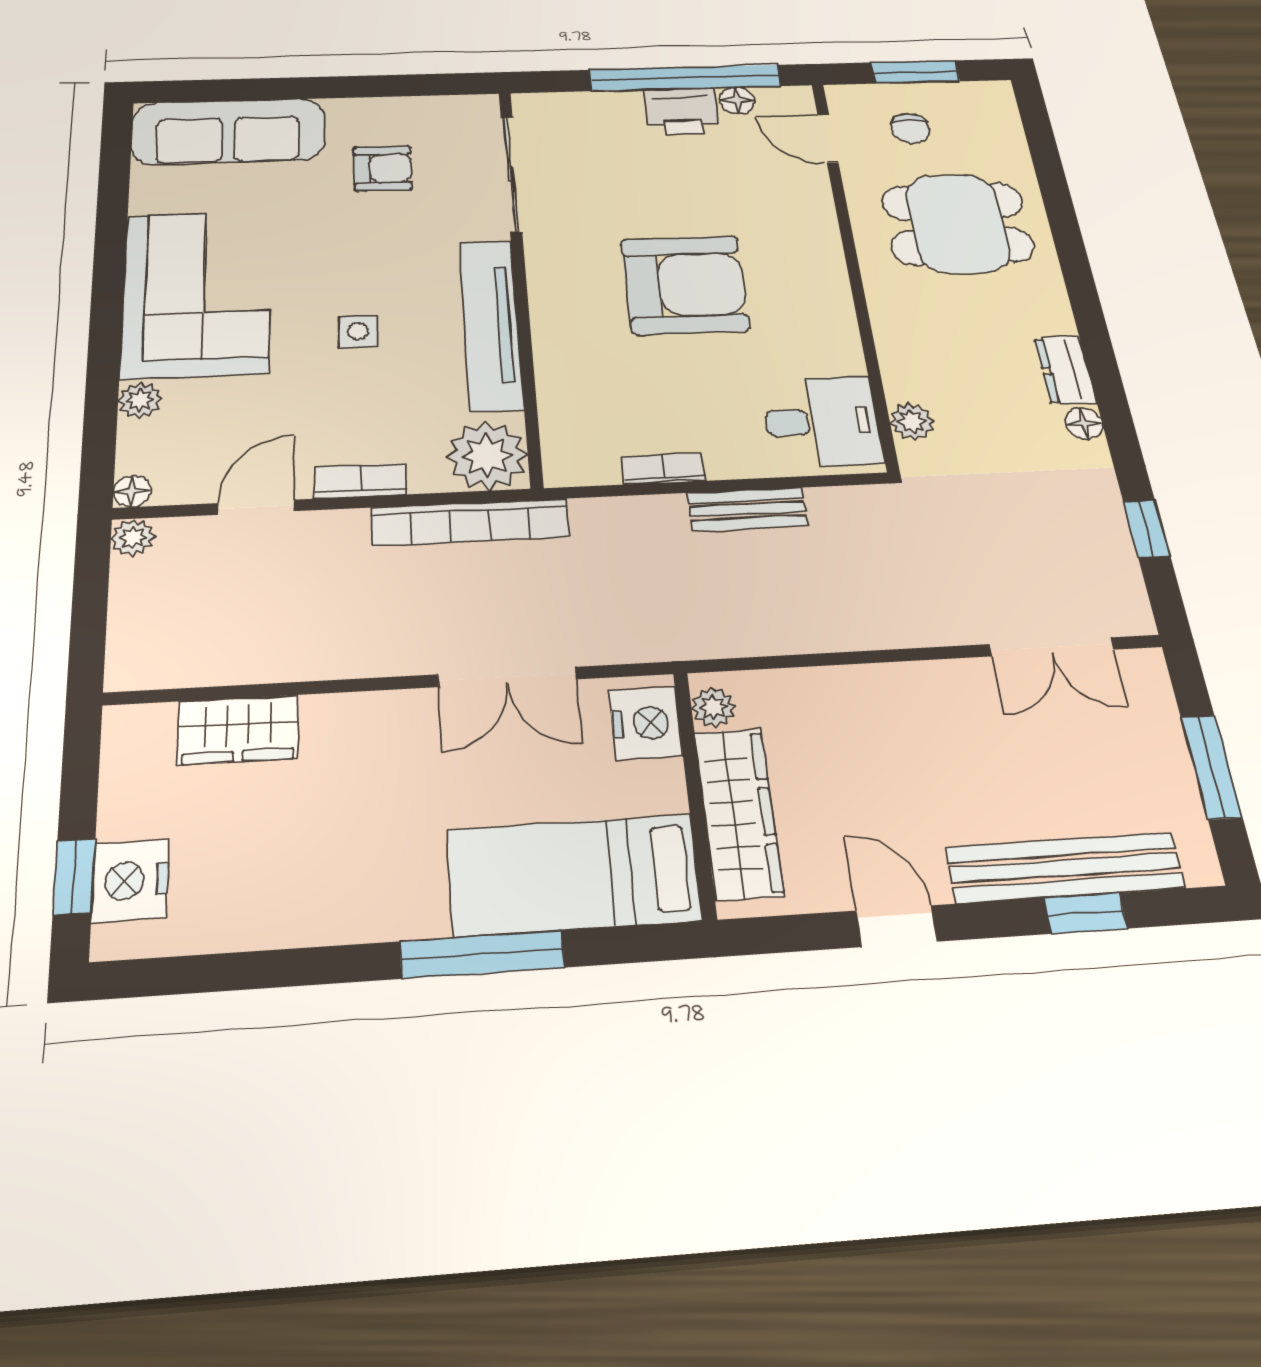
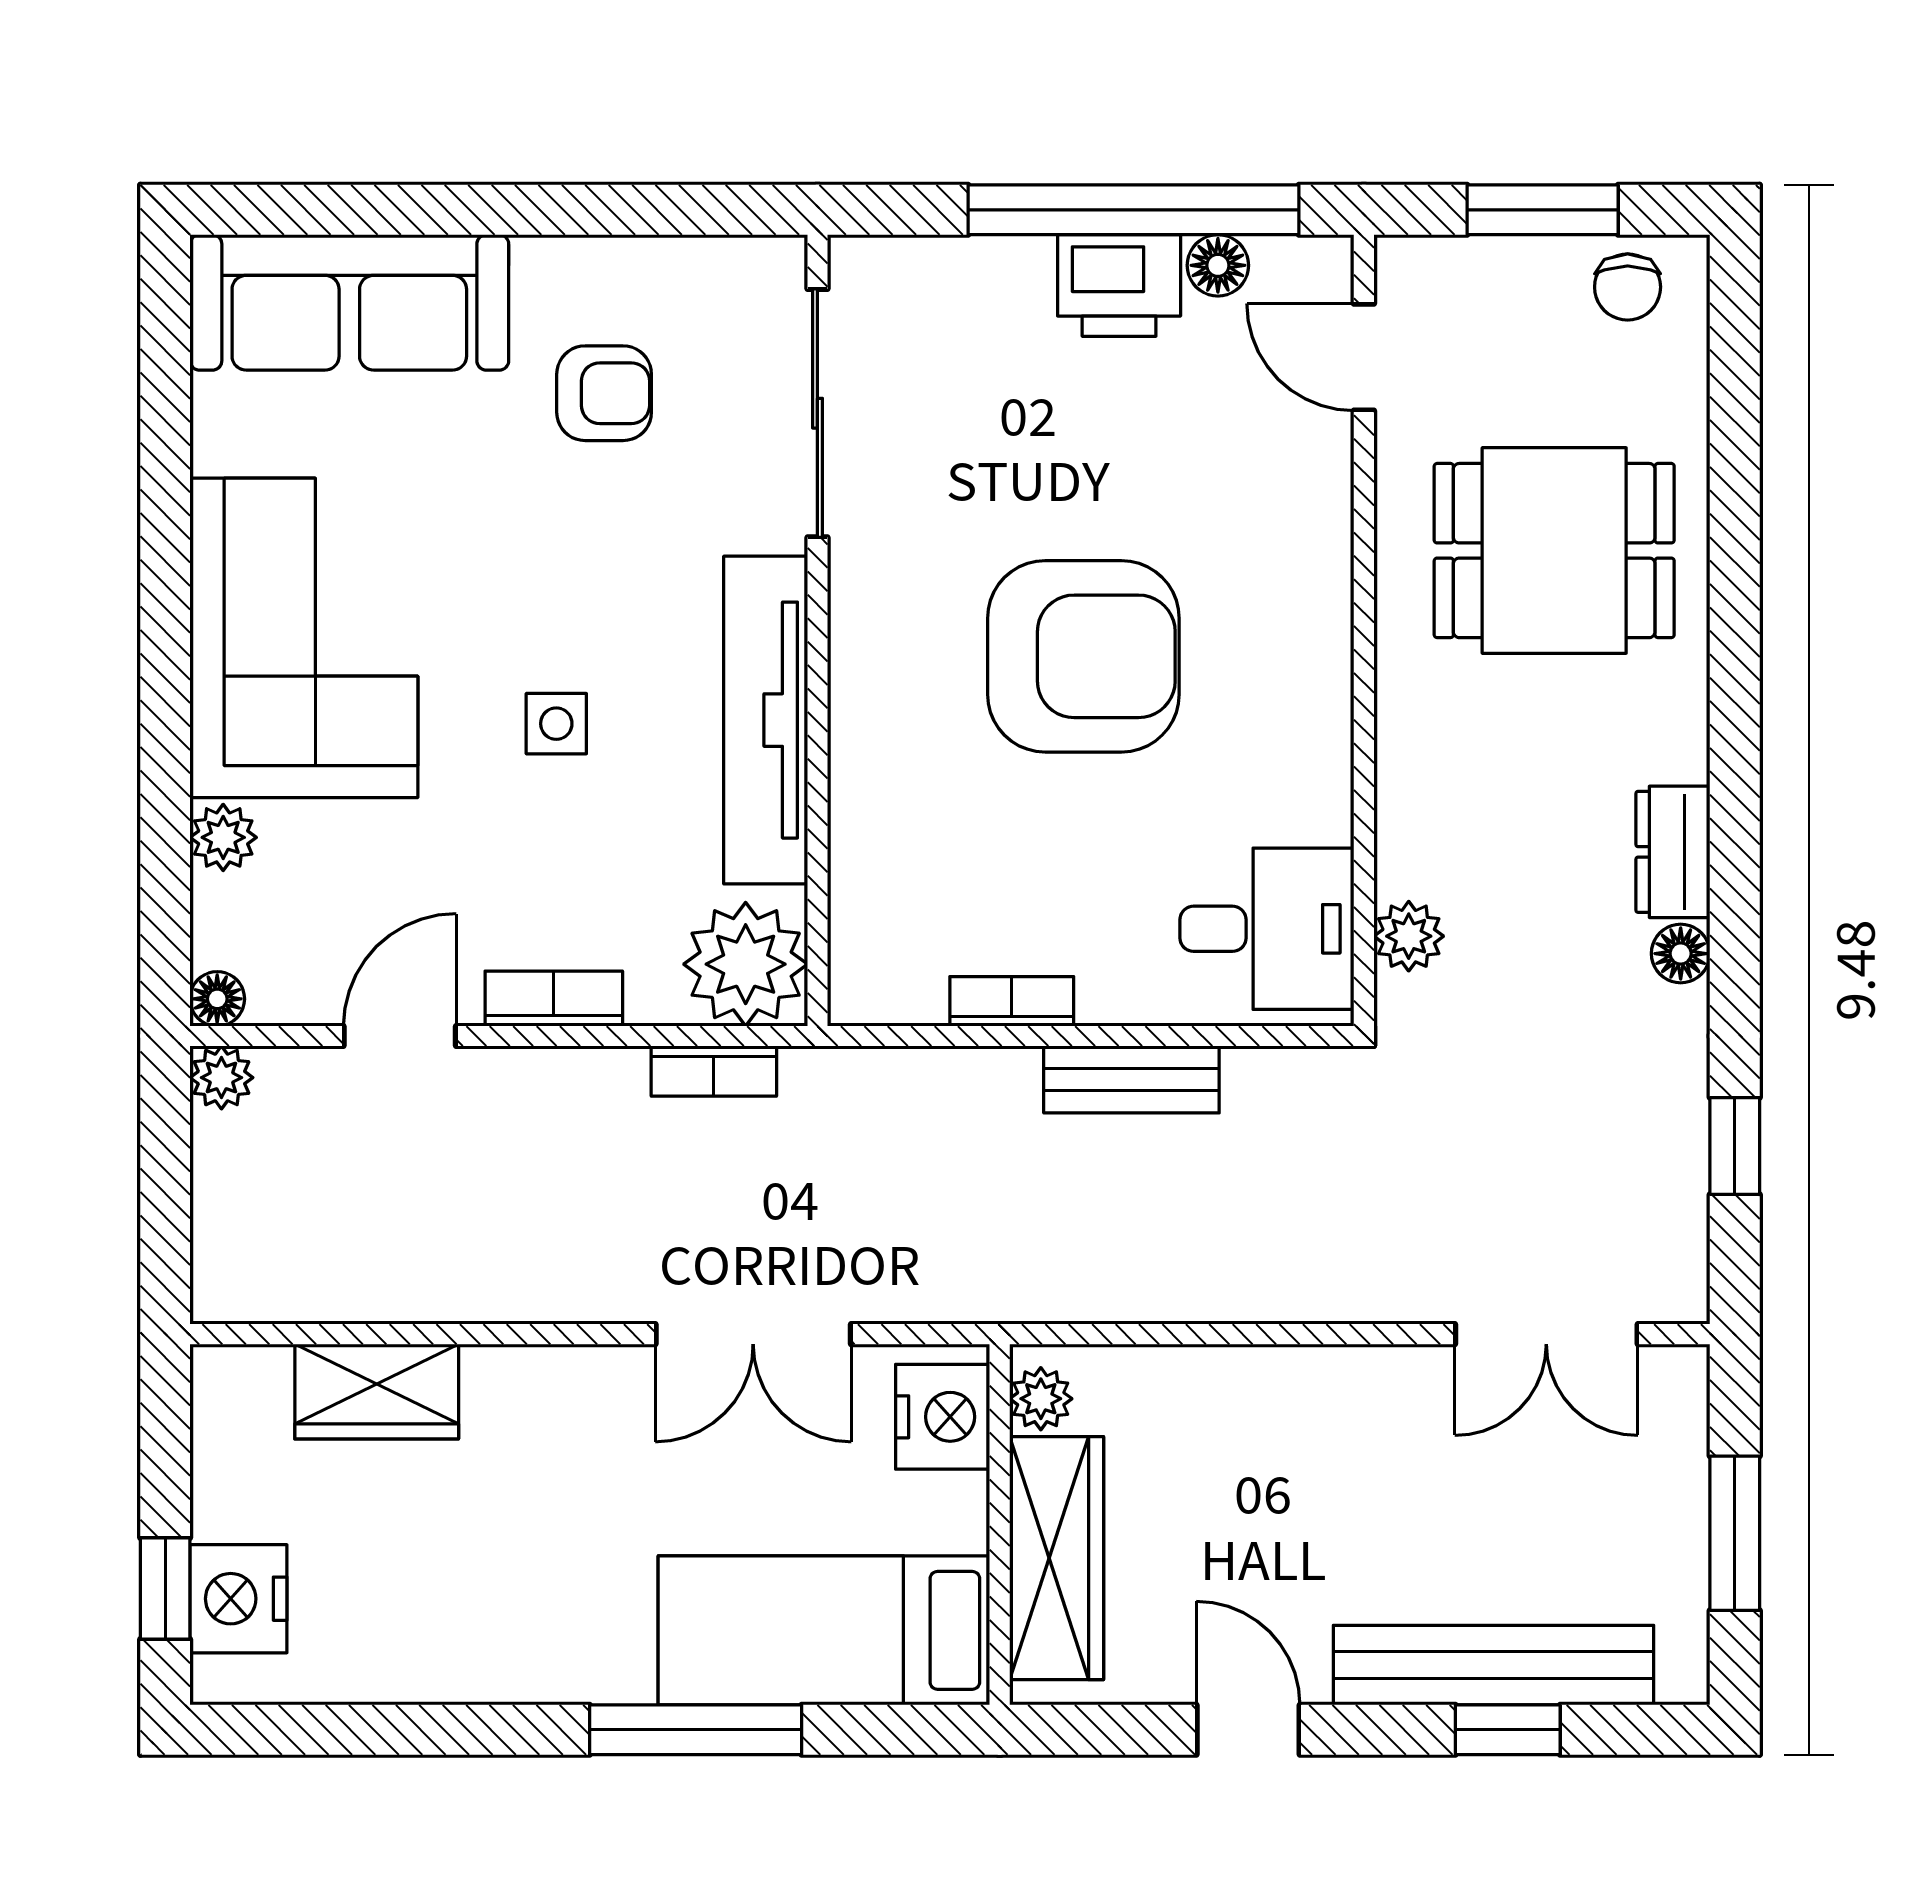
chair: (910, 129) -> (1628, 287), moved
bookcase: (470, 522) -> (714, 1071), width x0.43, depth x0.76

